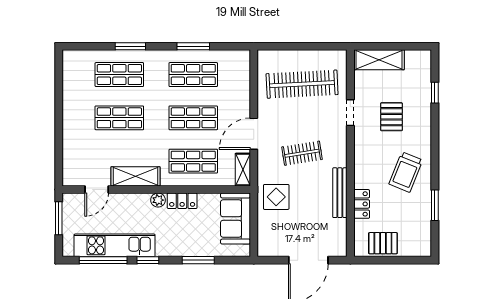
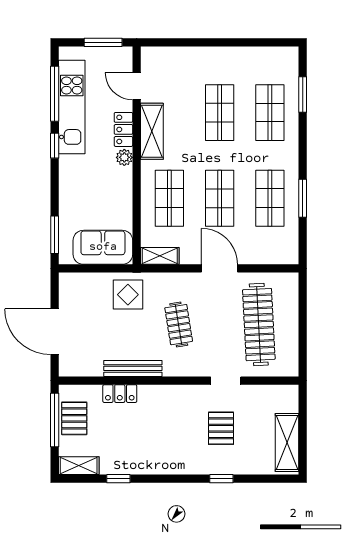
window: (130, 46) -> (303, 94), moved
shelving: (379, 60) -> (287, 443), moved
window: (435, 93) -> (221, 479), moved
pallet: (391, 117) -> (221, 428), turned 90
door: (254, 134) -> (219, 268), moved
trolley: (406, 172) -> (157, 445), removed
locker: (182, 201) -> (123, 129), moved
window: (435, 205) -> (118, 479), width x0.67
shelving: (424, 239) -> (79, 466), added
window: (198, 260) -> (55, 235), moved
window: (384, 260) -> (55, 420), added

